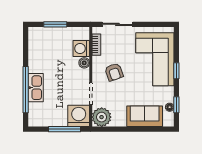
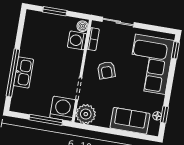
boiler: (84, 63) -> (83, 26), moved
window: (176, 71) -> (175, 50), moved

